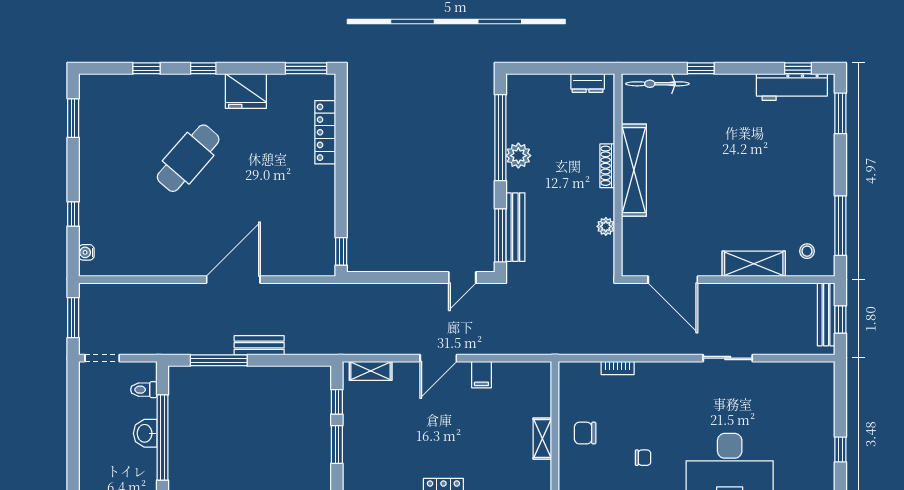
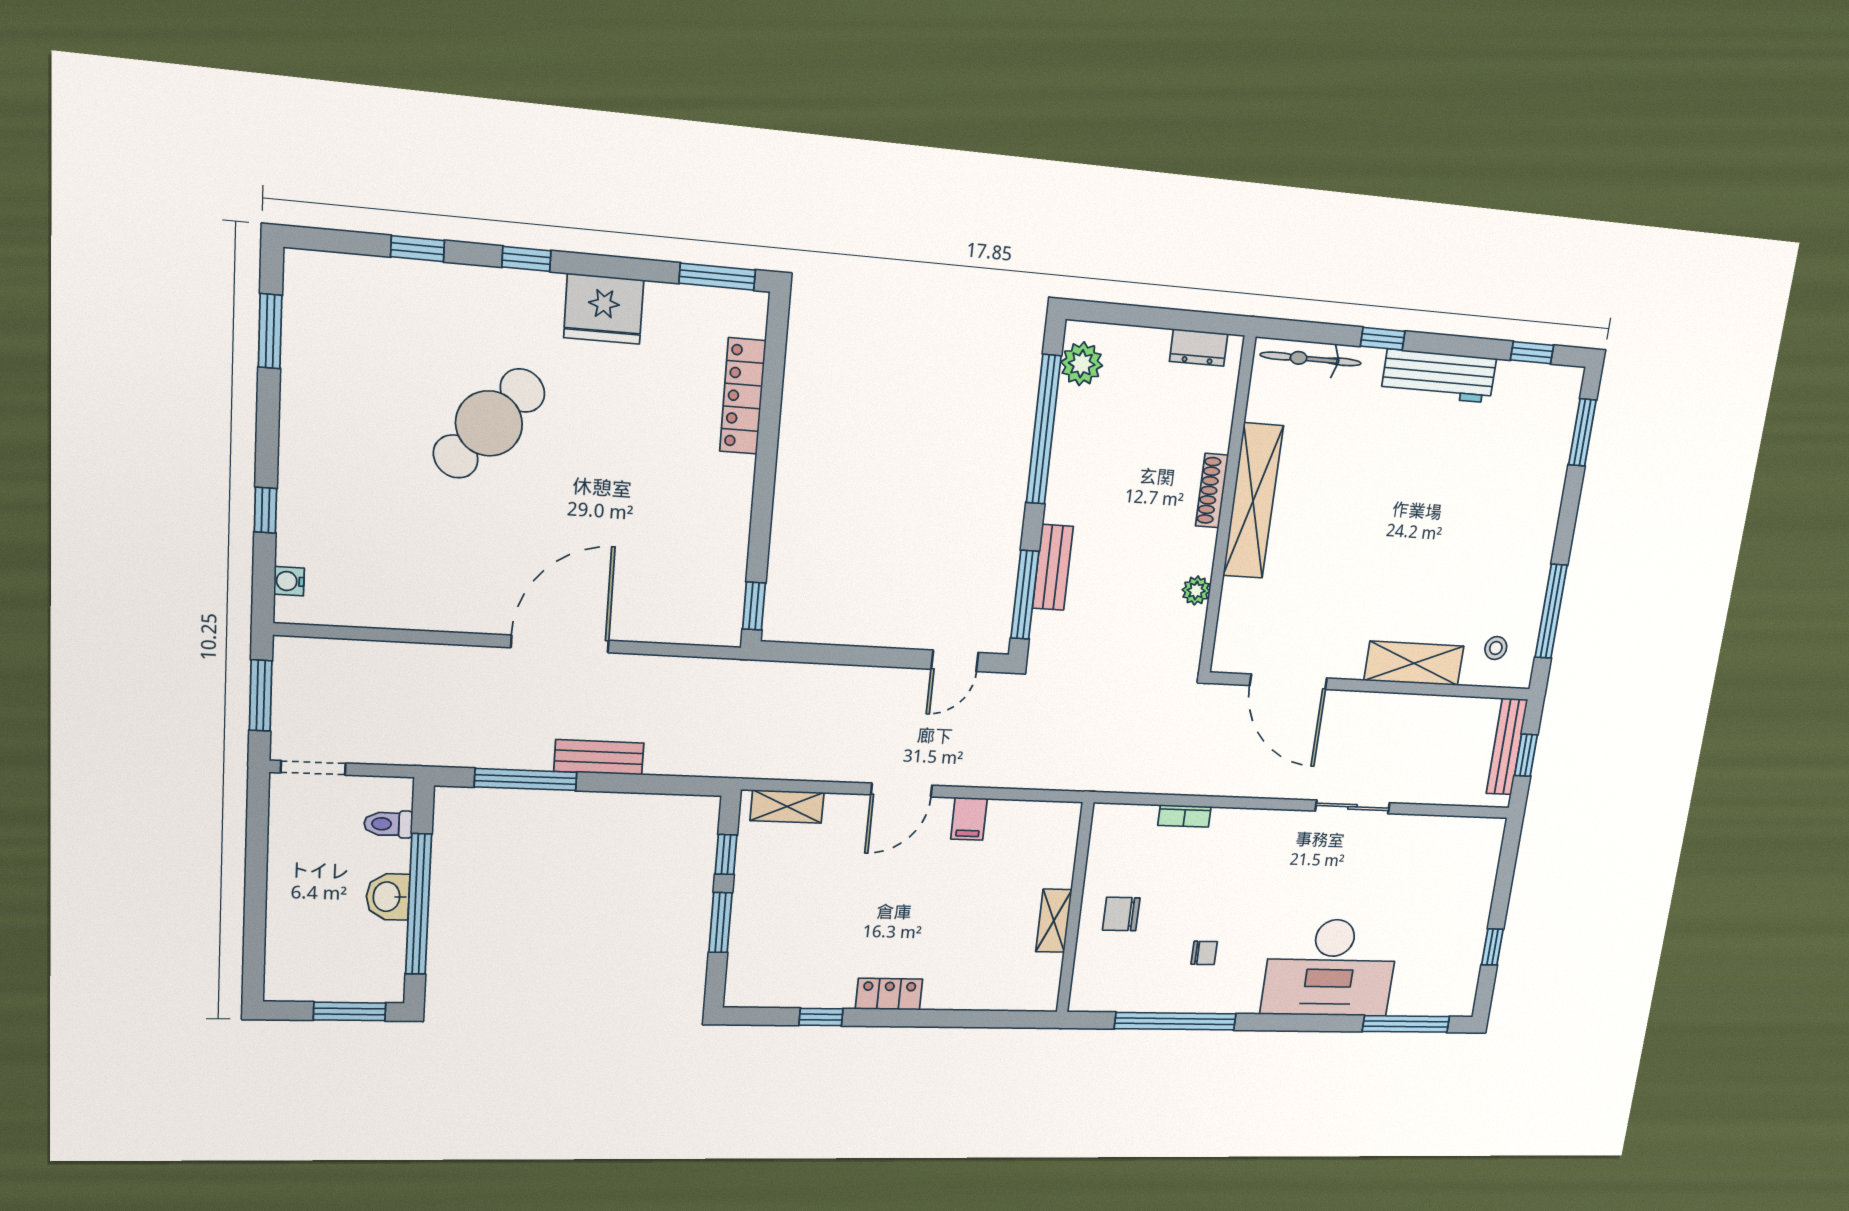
workbench: (792, 87) -> (1439, 376), moved
plant: (518, 156) -> (1082, 364), moved
bench: (515, 227) -> (1053, 567), width x0.73

